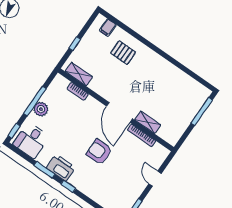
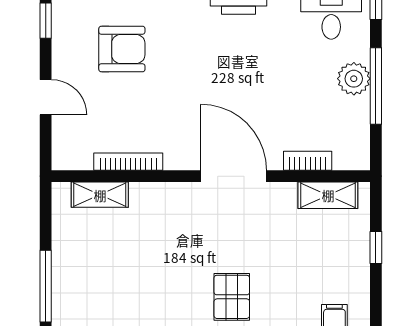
pallet: (123, 53) -> (232, 297), moved, turned 90
door: (120, 112) -> (234, 176), moved
shelving: (148, 122) -> (100, 195), moved
armchair: (99, 152) -> (122, 49), moved

